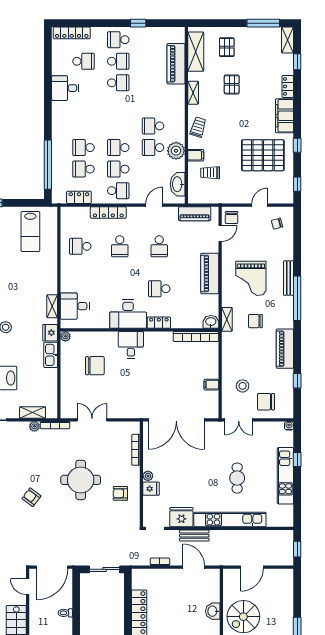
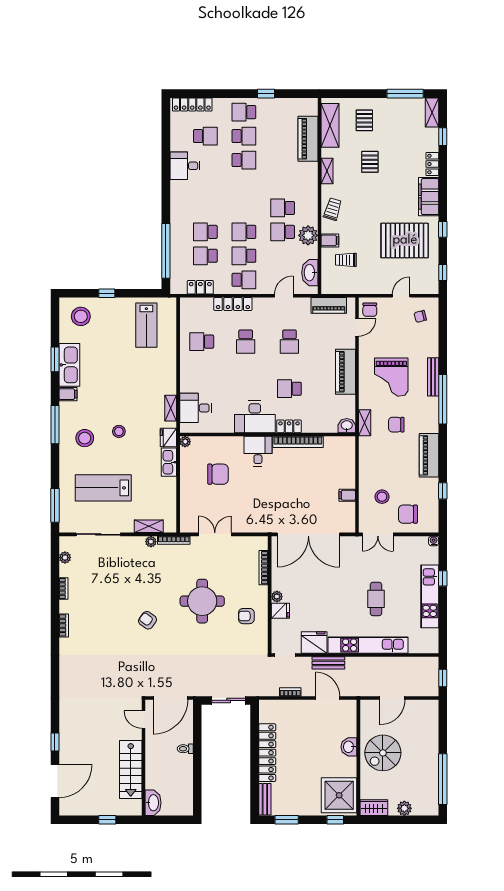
bookcase: (196, 337) -> (298, 442), moved

